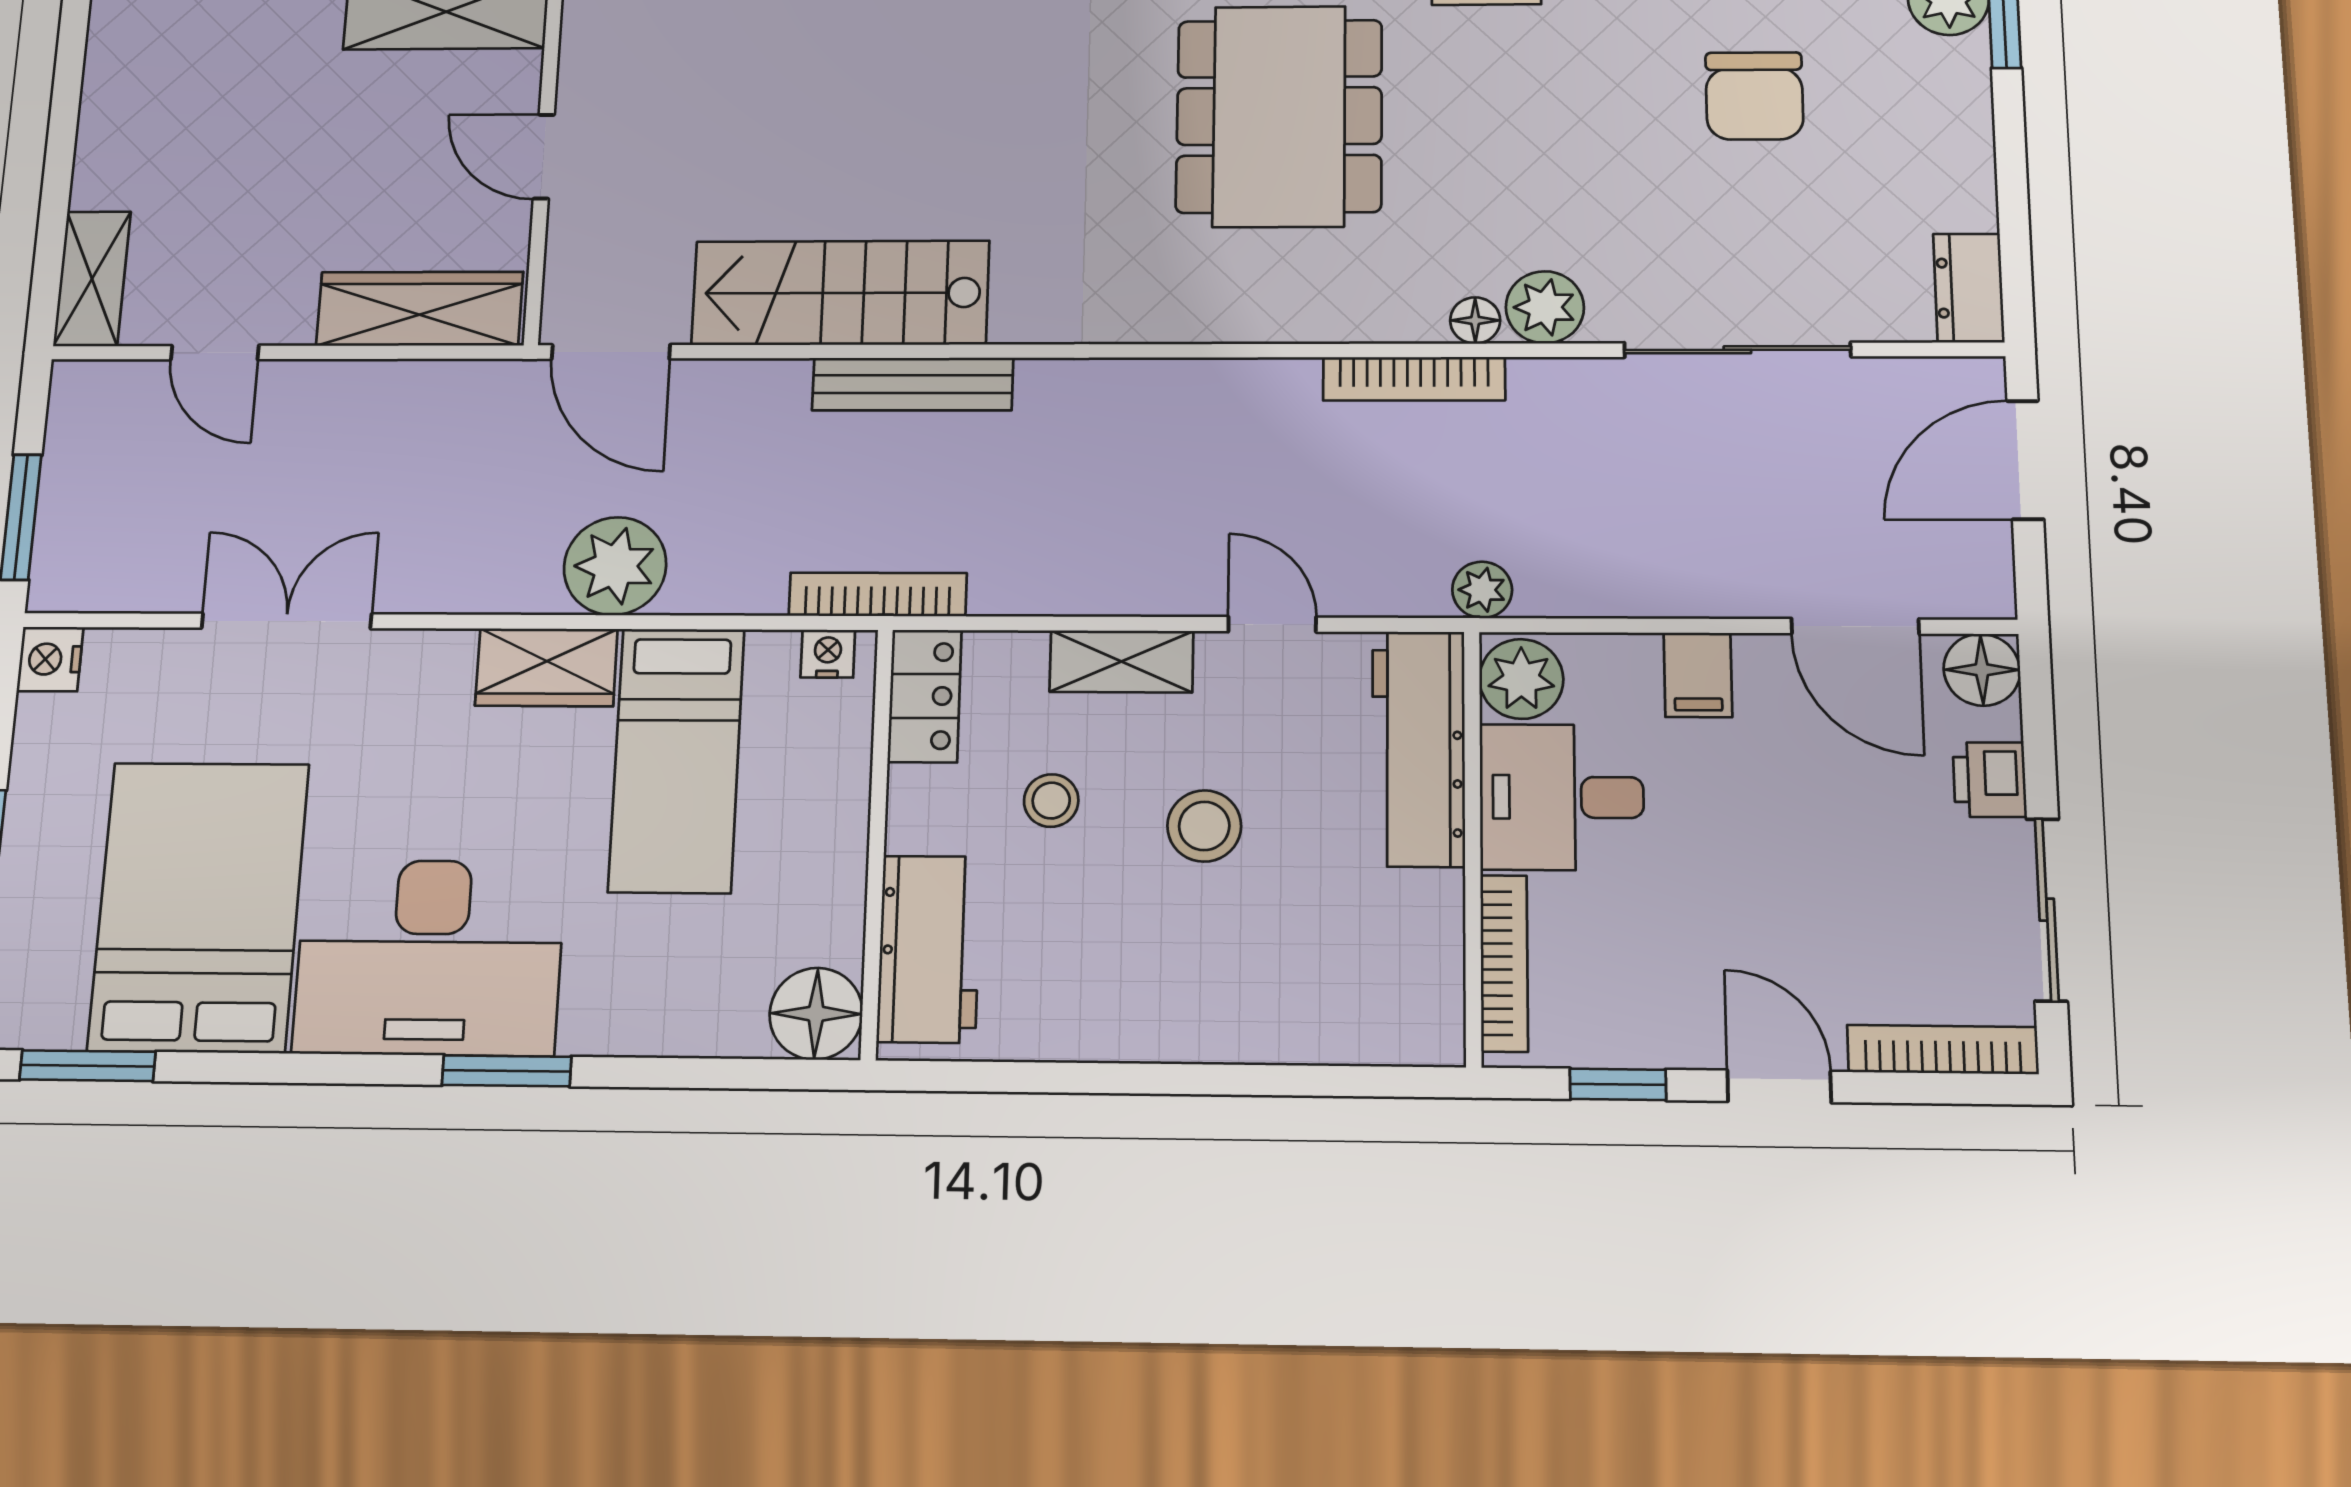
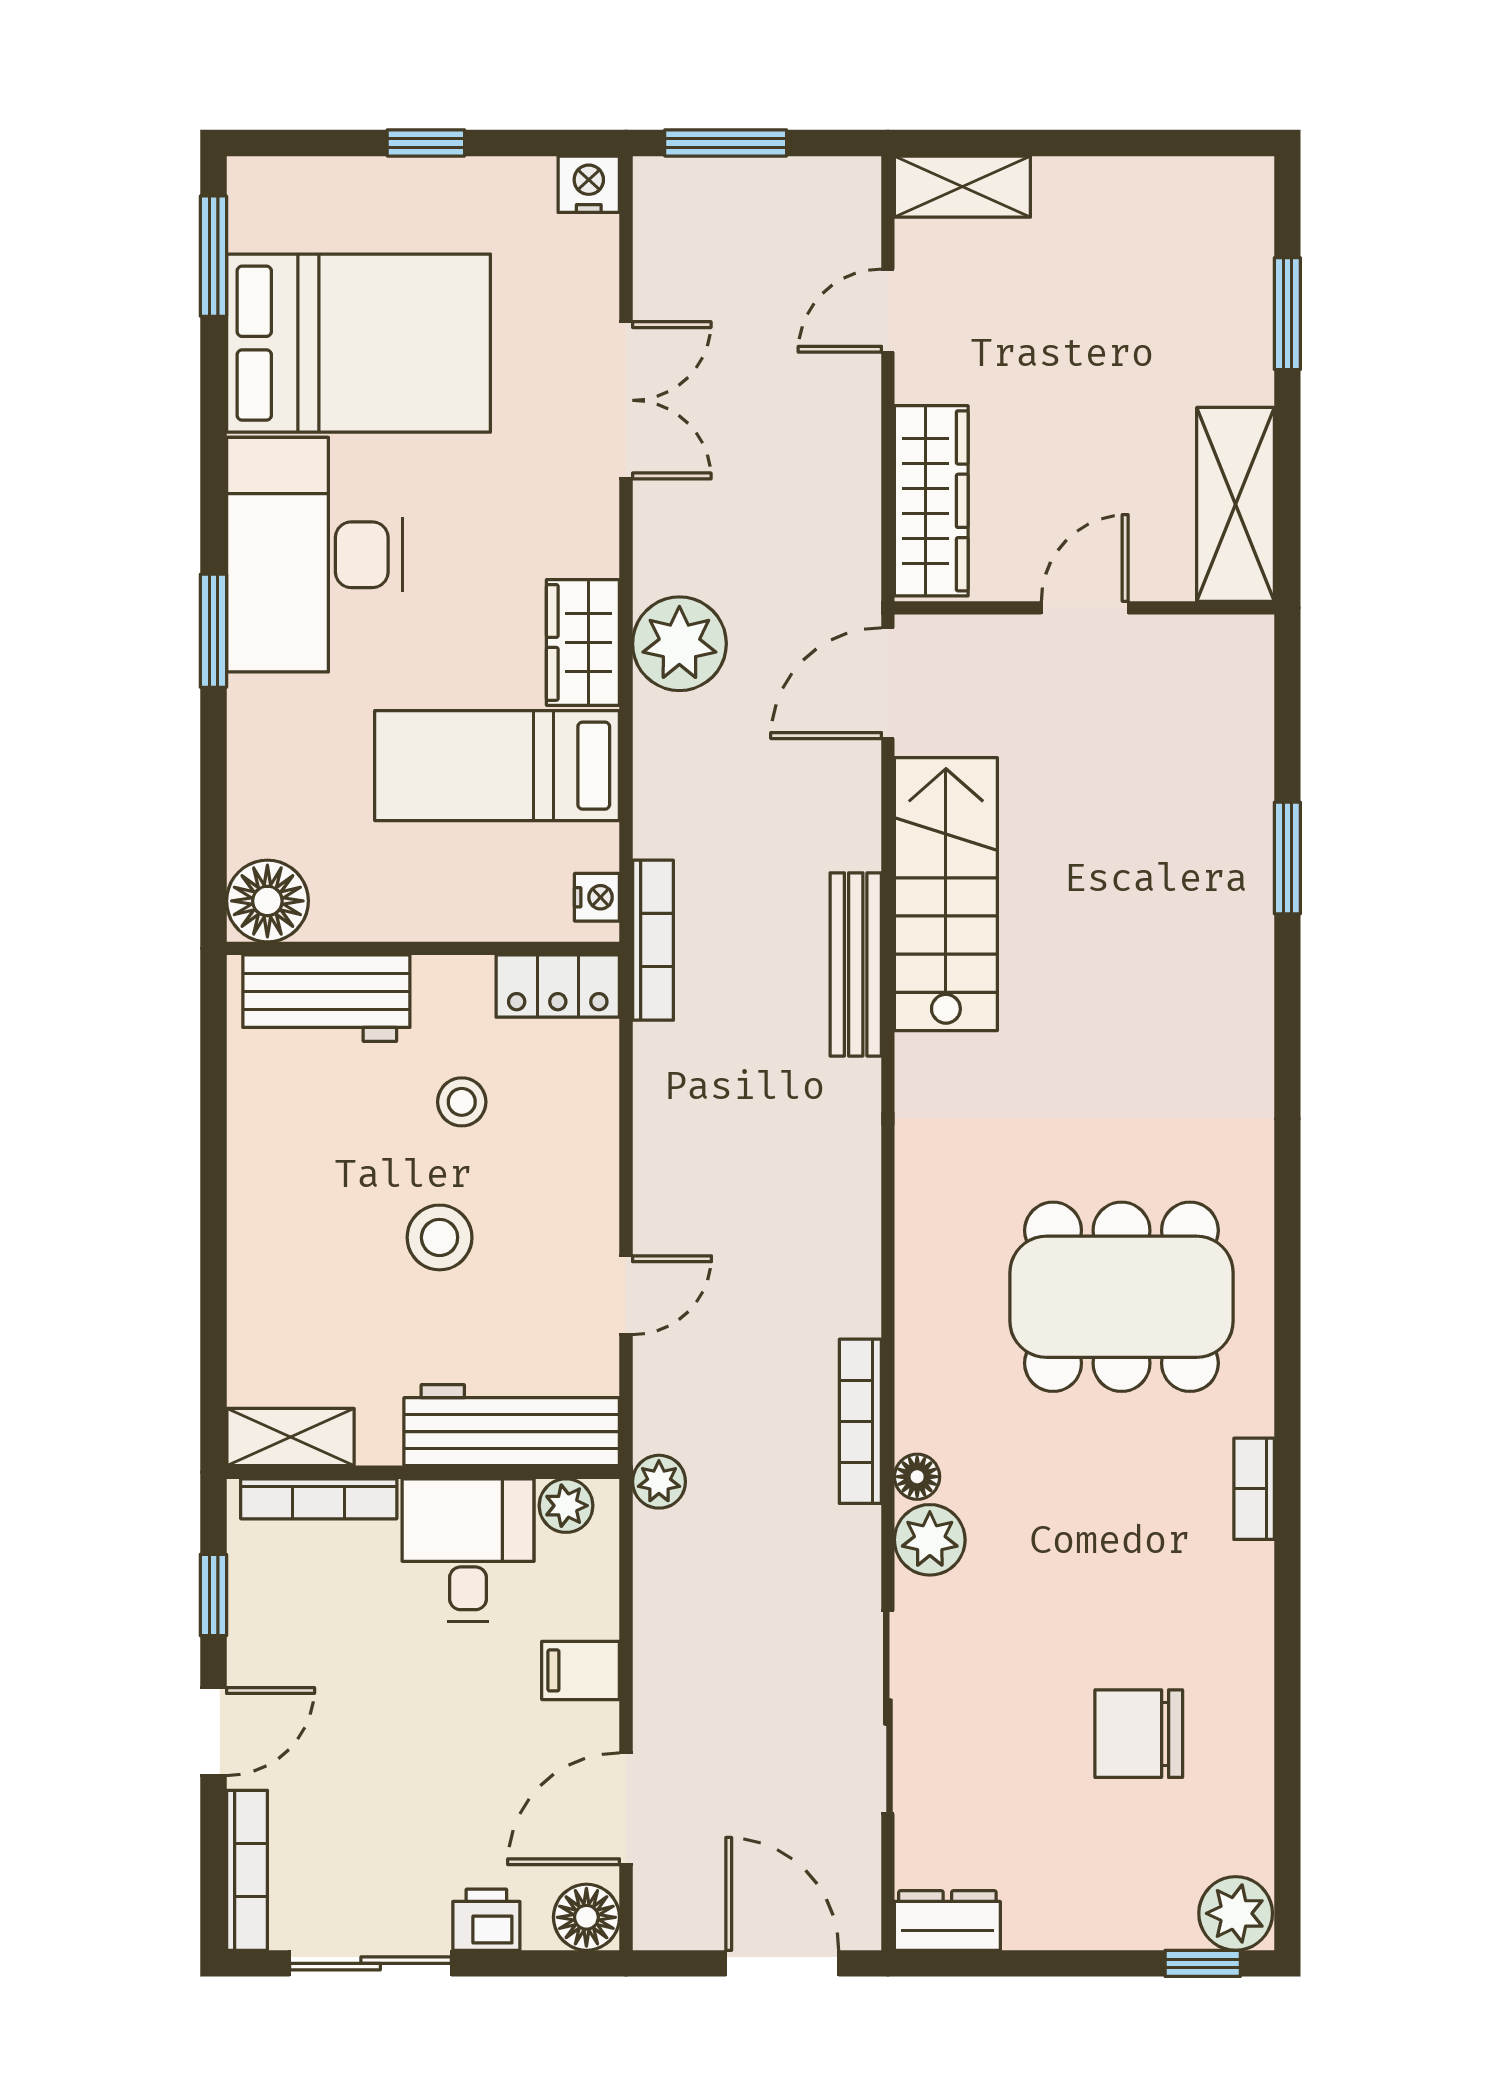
plant: (615, 566) -> (679, 644), moved
shelving: (1121, 661) -> (290, 1437), moved, turned 90
plant: (1521, 679) -> (566, 1506), width x0.73, depth x0.73

